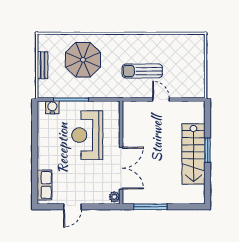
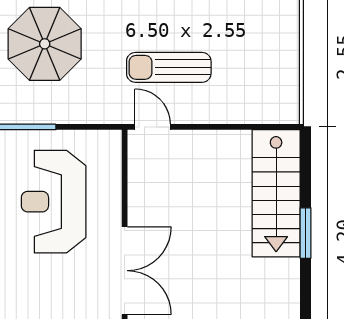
door: (161, 99) -> (153, 127), moved
stairs: (193, 154) -> (276, 193), moved

